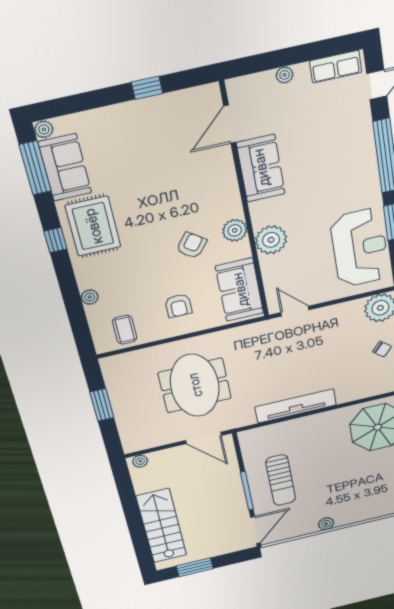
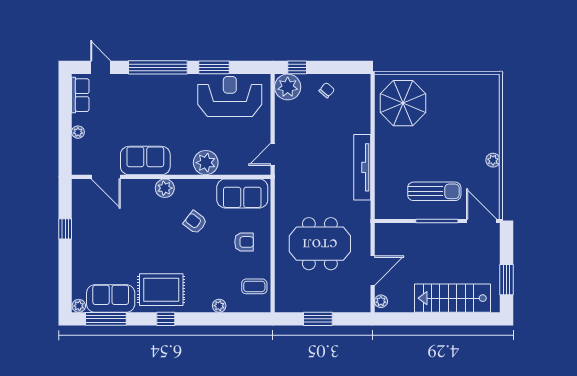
plant: (235, 230) -> (165, 188), moved
door: (203, 438) -> (373, 271), moved

